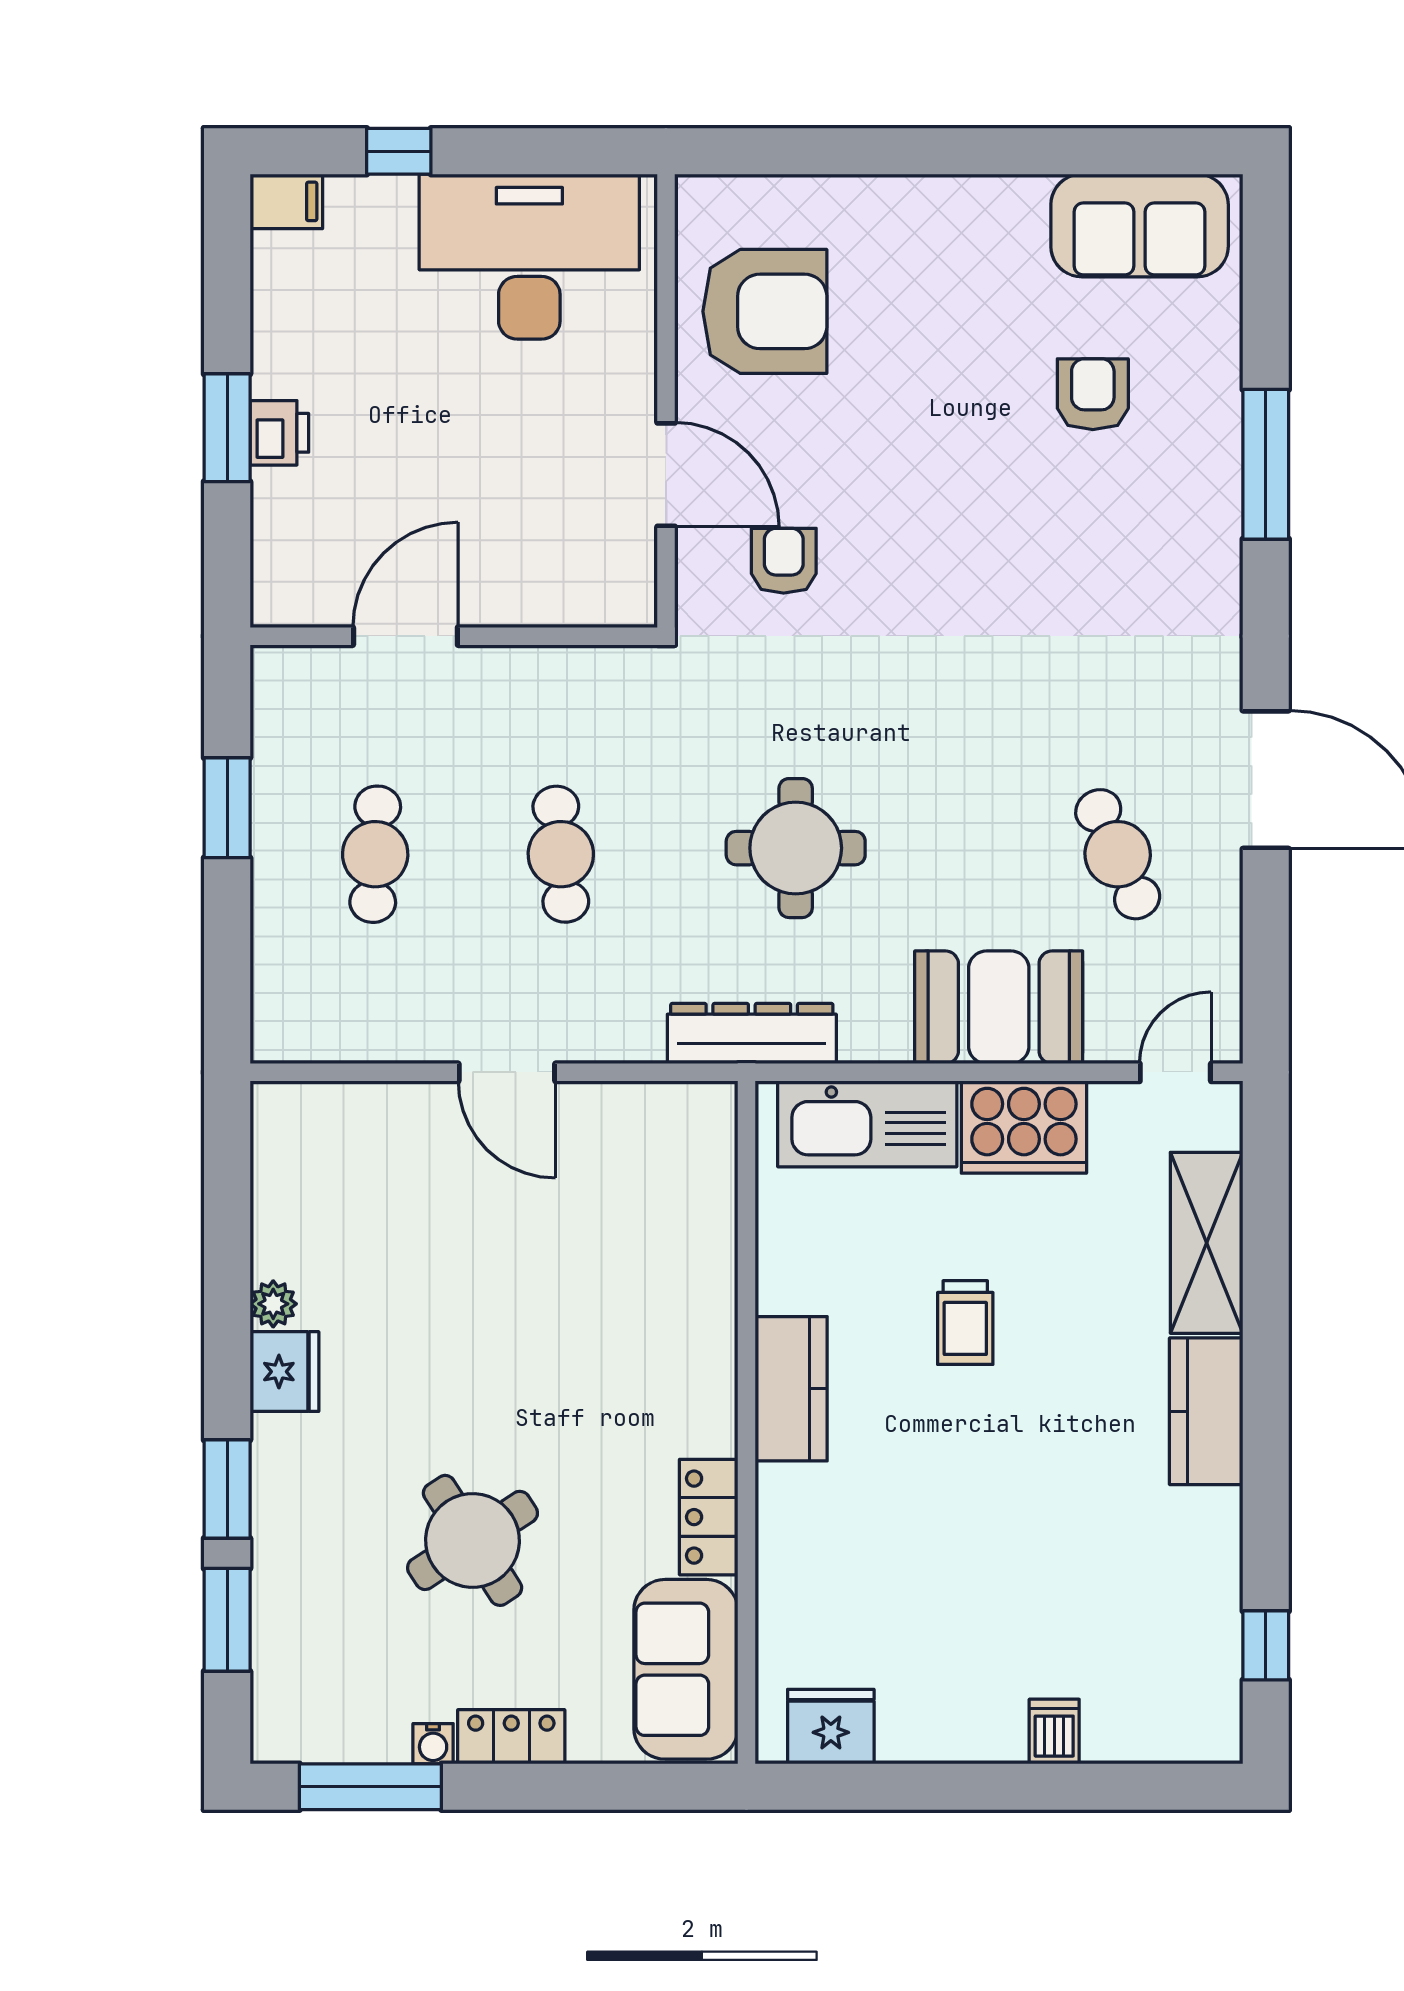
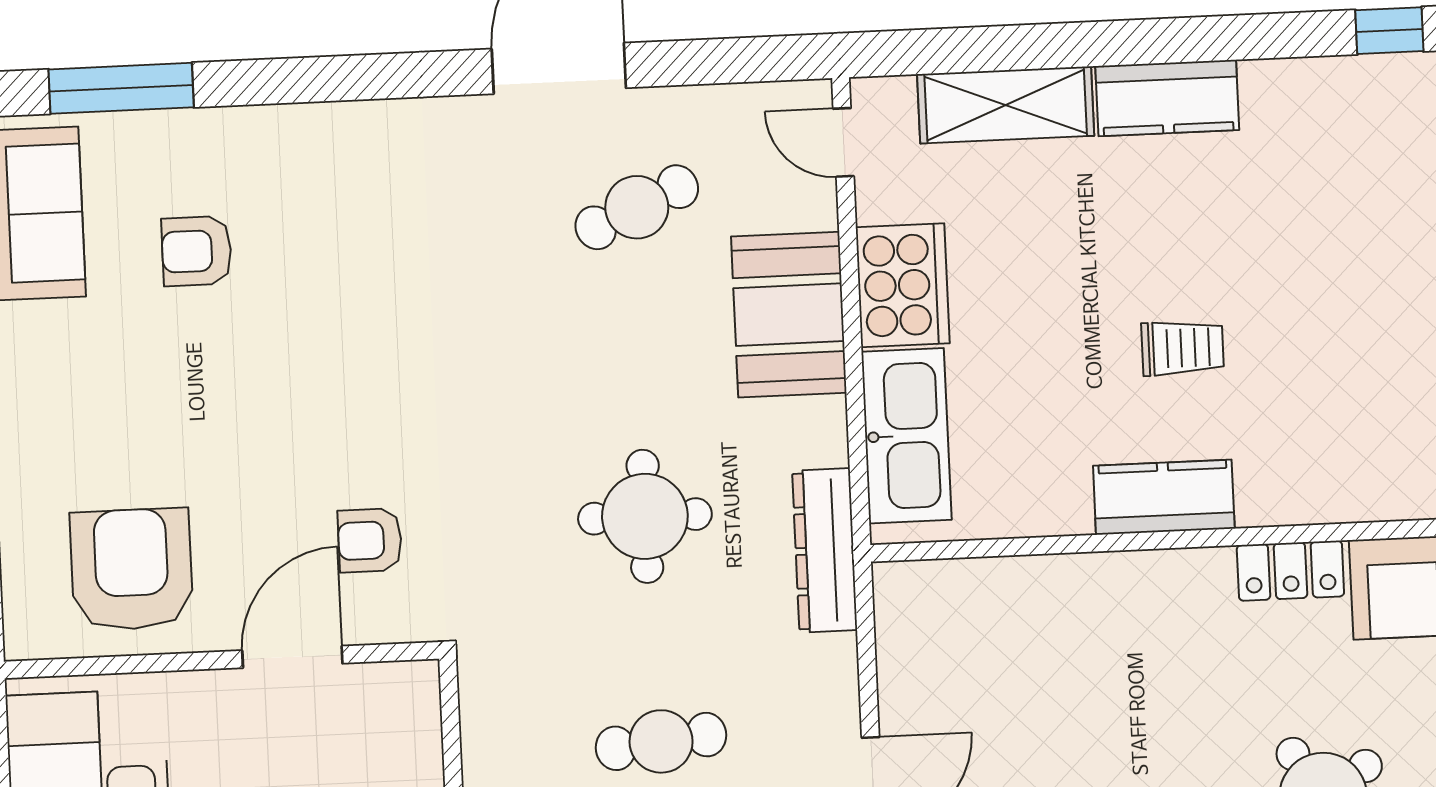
window: (1266, 464) -> (121, 88), moved
trolley: (965, 1323) -> (1183, 348), moved

